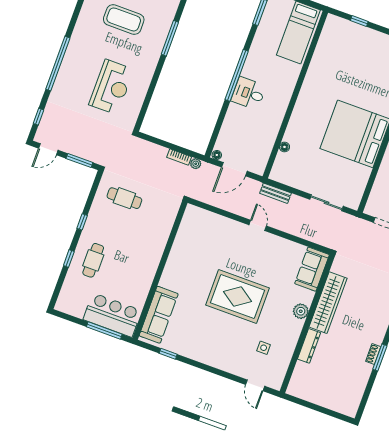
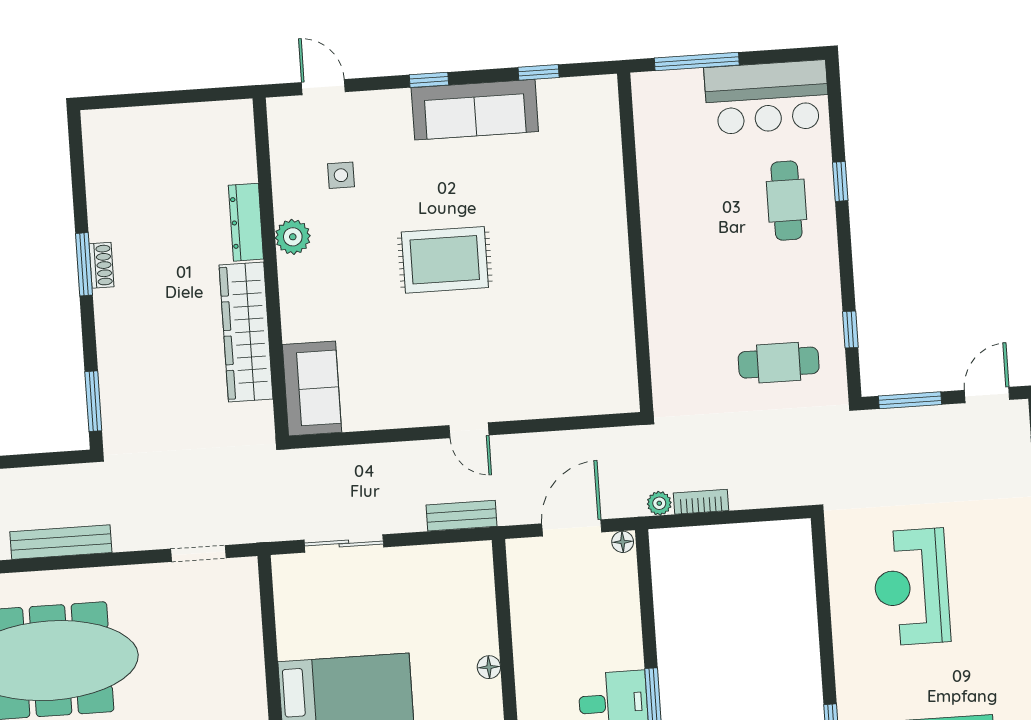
floor lamp: (284, 147) -> (489, 667), moved
window: (82, 222) -> (850, 330), moved
rug: (238, 296) -> (445, 260), width x0.73, depth x0.69
plant: (301, 311) -> (293, 237), moved
bar counter: (112, 315) -> (767, 97), moved
sofa: (159, 315) -> (475, 110), moved, turned -90
window: (212, 370) -> (429, 80), added

